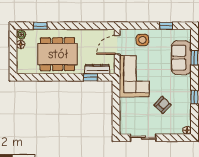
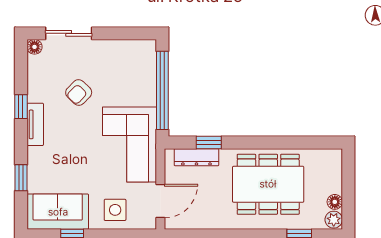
sofa: (181, 58) -> (58, 212), moved, turned -90
tv unit: (187, 87) -> (35, 124), added
window: (116, 106) -> (162, 90), added
sliding door: (143, 138) -> (69, 33), moved

